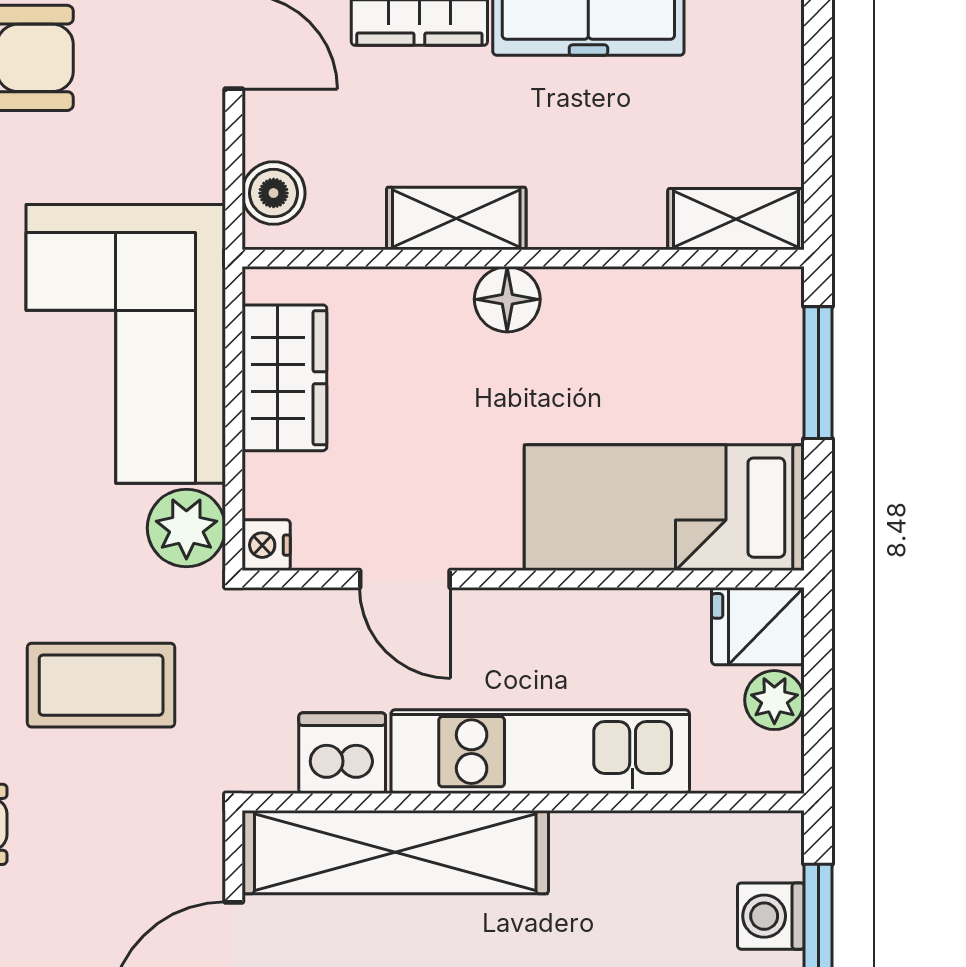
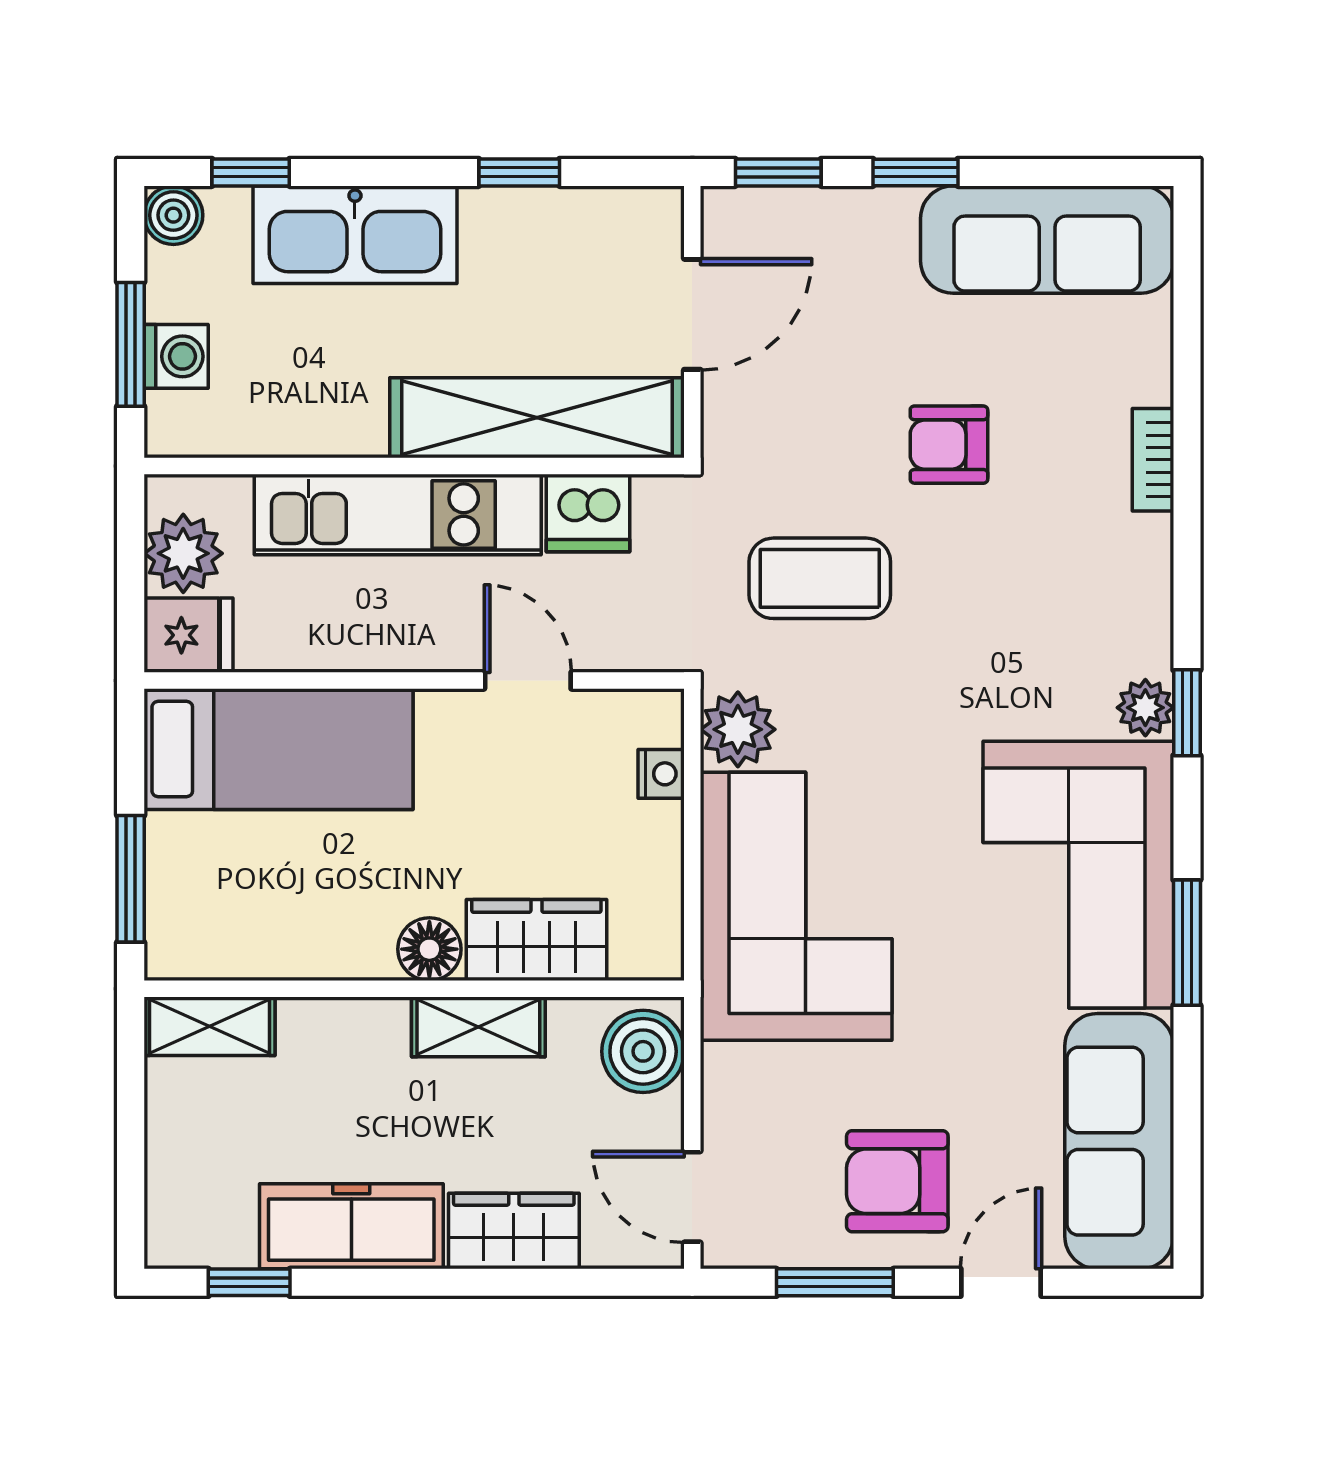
boiler: (274, 193) -> (643, 1051), width x1.36, depth x1.36
wardrobe: (284, 378) -> (536, 940), moved, turned 90
nightstand: (266, 545) -> (661, 774), moved
plant: (774, 700) -> (183, 553), width x1.38, depth x1.38

